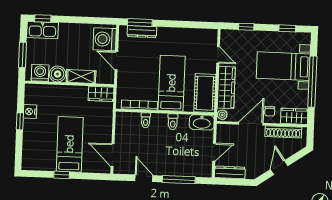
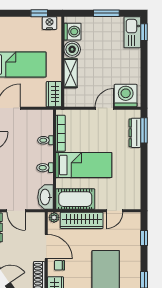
washing machine: (40, 73) -> (73, 32), moved
boiler: (58, 74) -> (72, 49), moved
shelving: (81, 76) -> (71, 73), moved
wall: (69, 84) -> (63, 62), moved
wardrobe: (101, 94) -> (54, 94), moved

